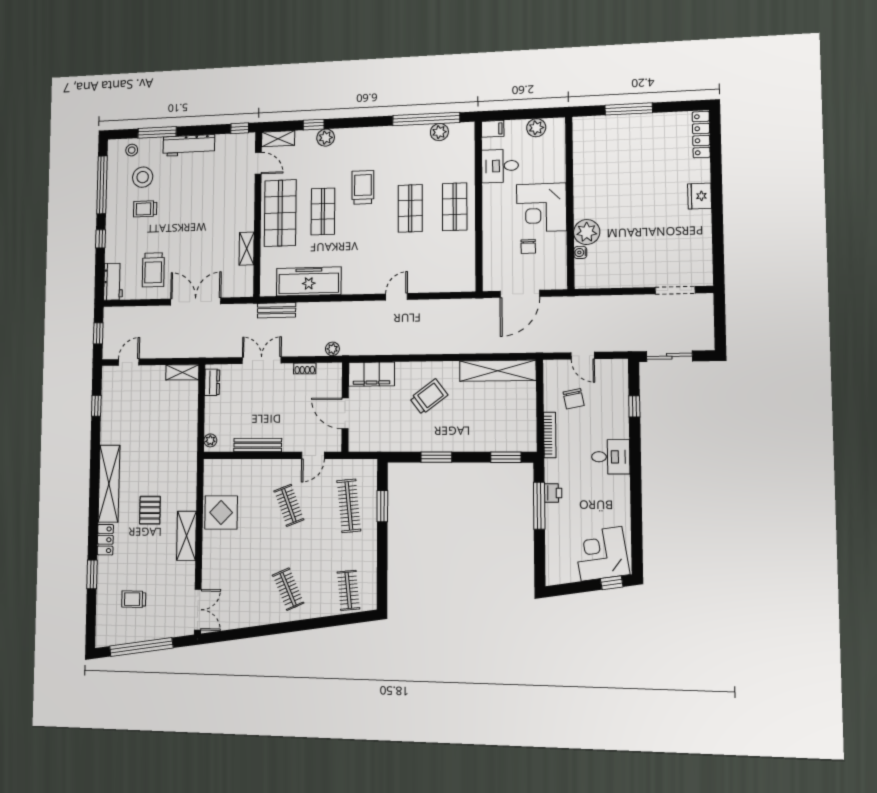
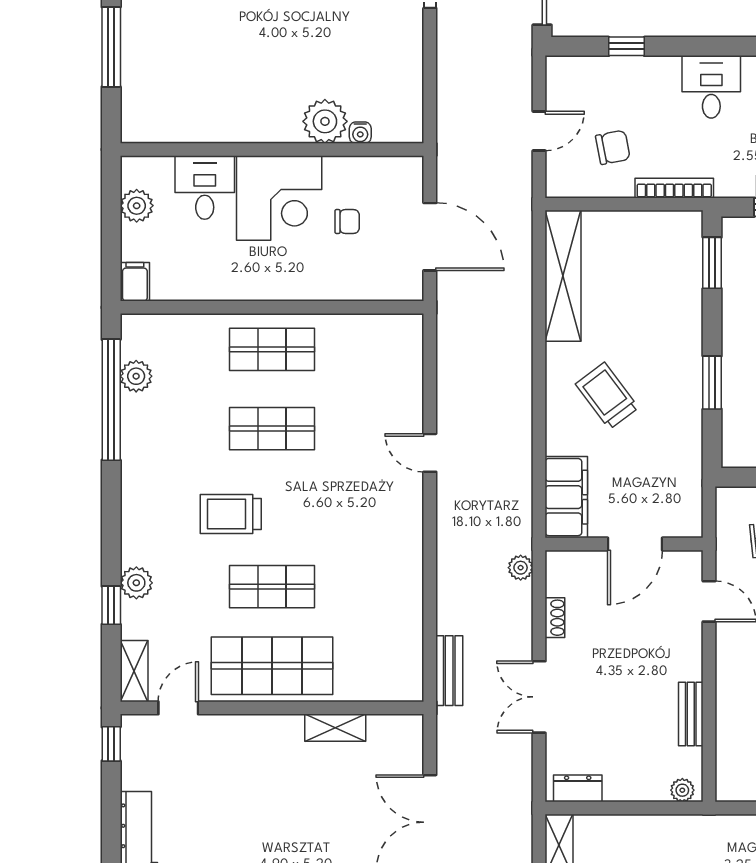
desk: (500, 166) -> (205, 187), moved, turned 180
freezer: (309, 281) -> (399, 612), removed
bench: (258, 445) -> (691, 714), width x0.73

